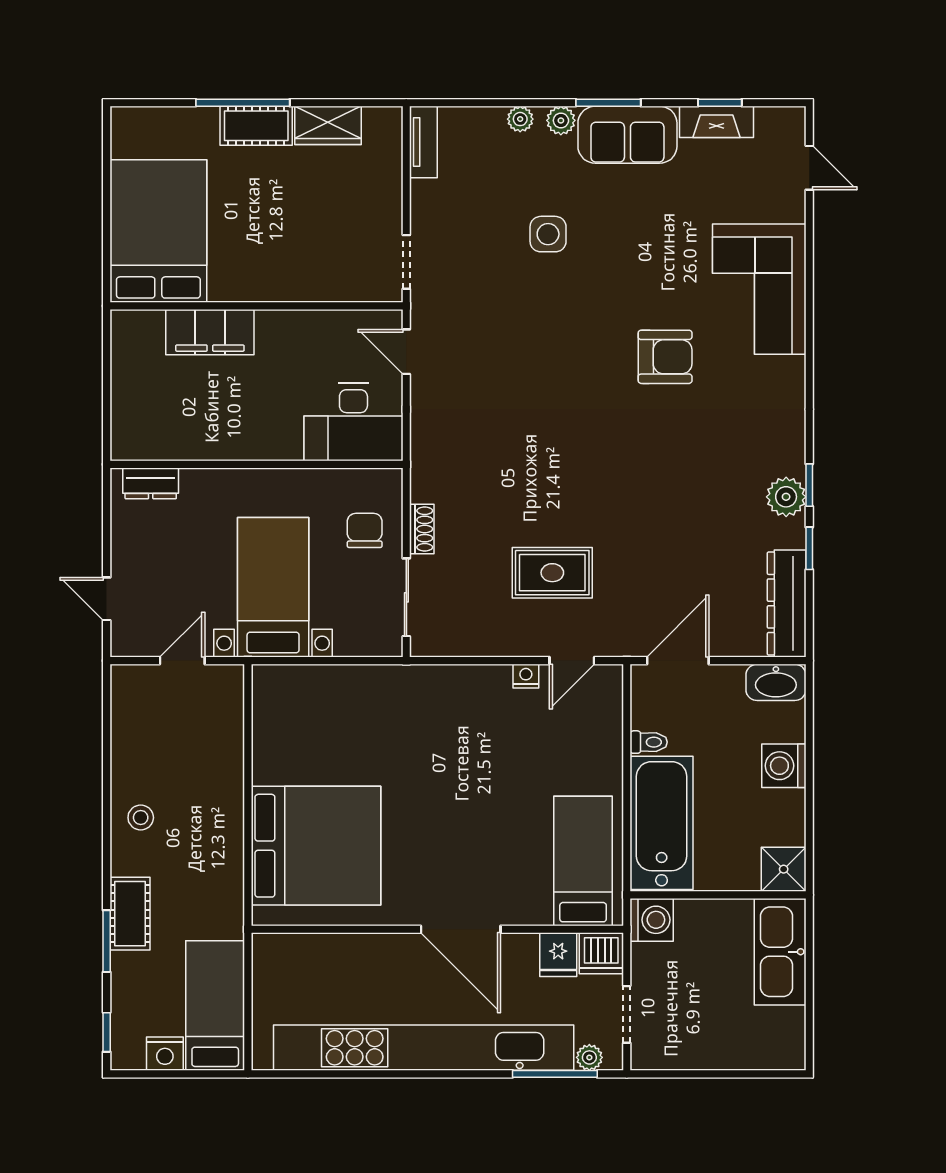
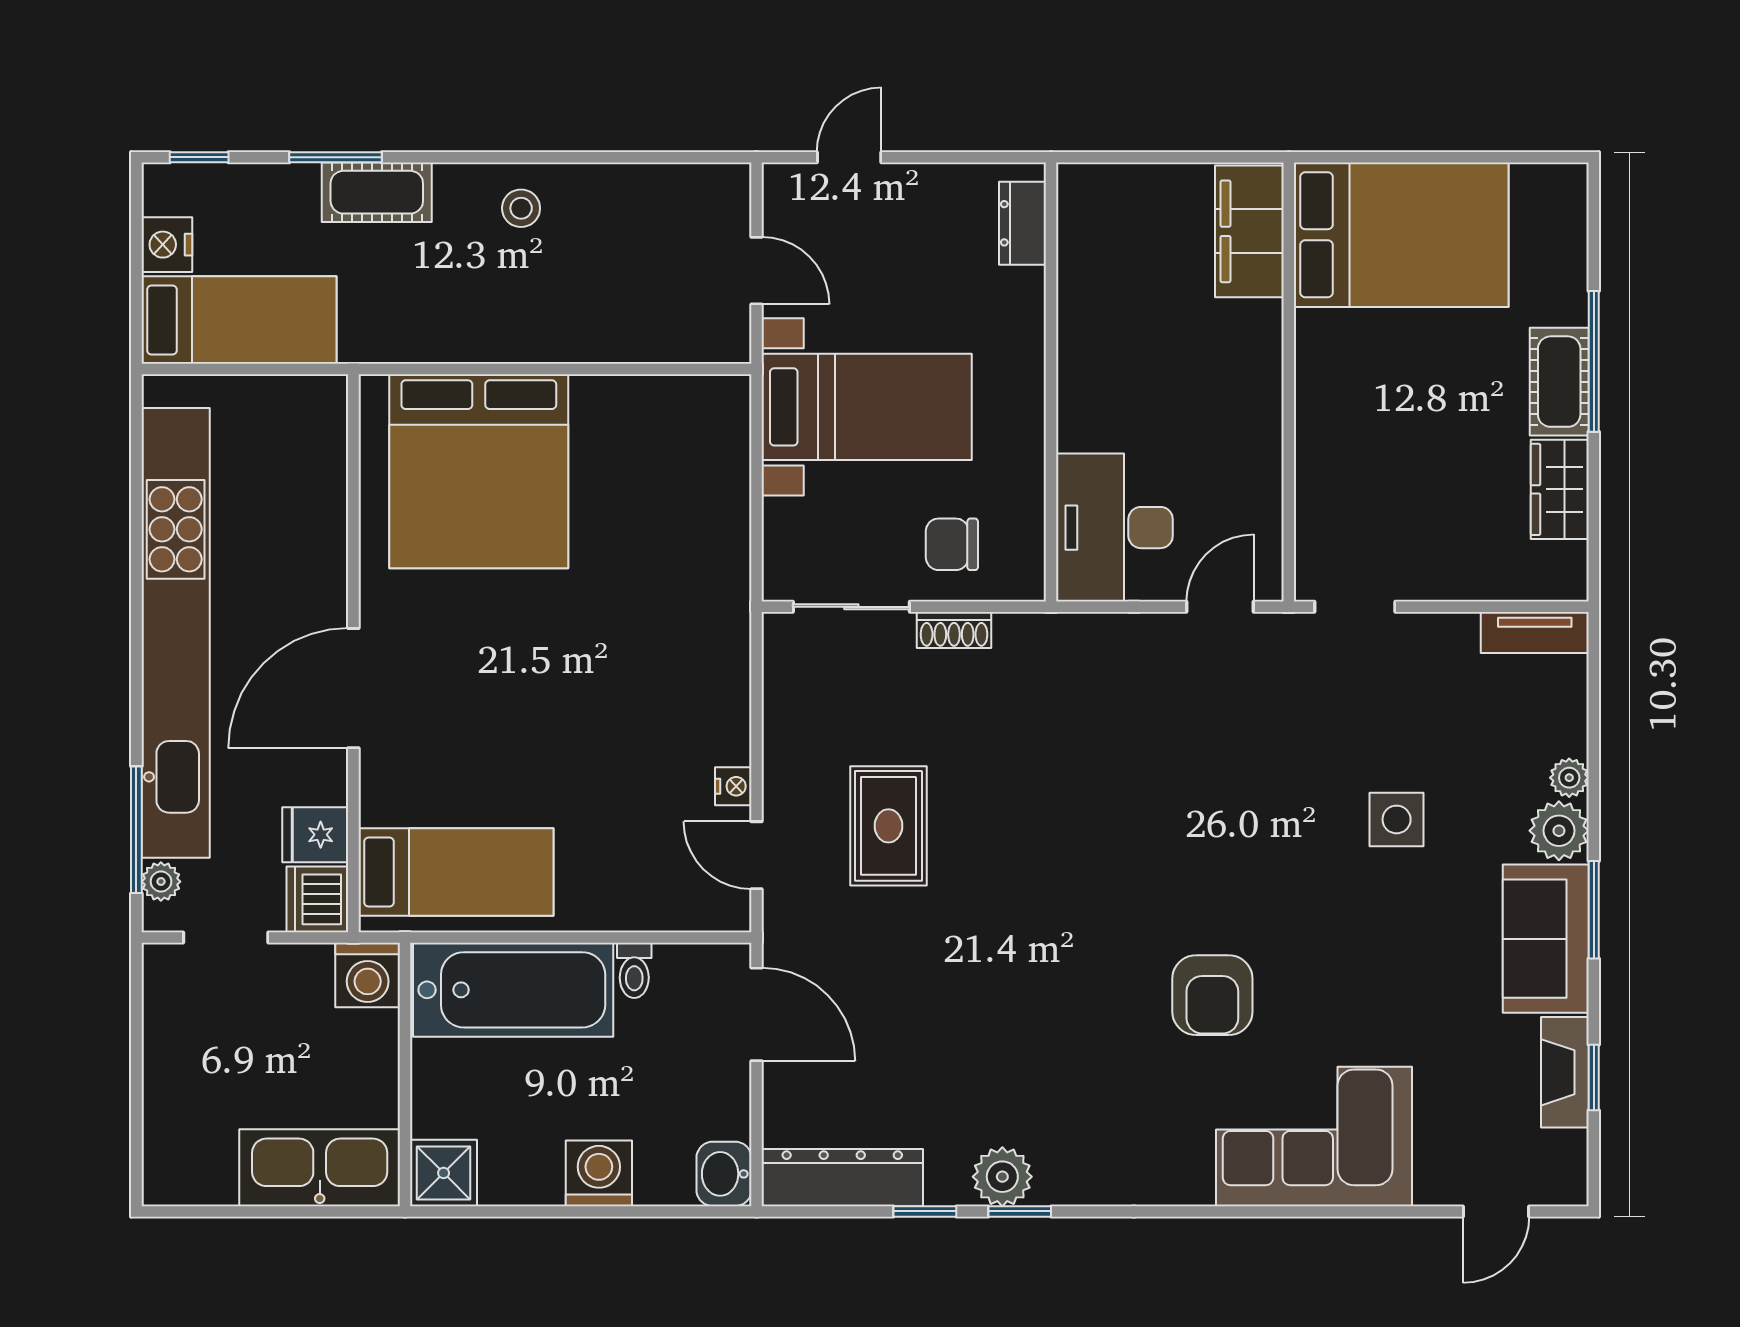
plant: (561, 120) -> (1559, 831), width x1.38, depth x1.38
filing cabinet: (210, 332) -> (1249, 231), moved
chair: (365, 530) -> (952, 544), turned 180
washbasin: (776, 682) -> (724, 1174), width x0.72

